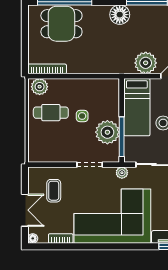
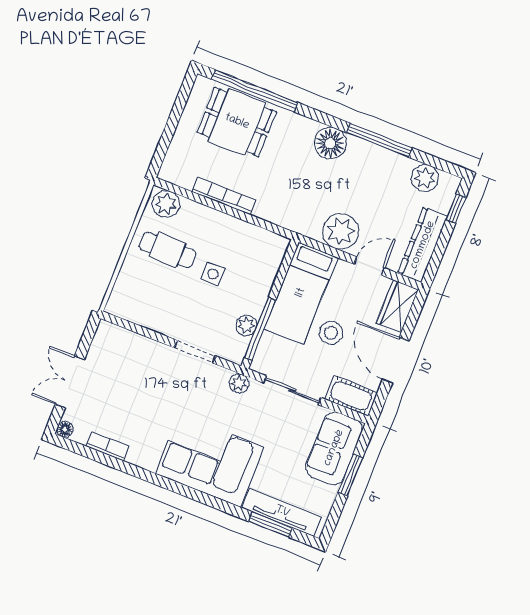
bookcase: (47, 69) -> (224, 196), moved
plant: (107, 132) -> (246, 325), width x0.53, depth x0.53
coffee table: (54, 191) -> (125, 370), removed
double door: (25, 210) -> (70, 382), swing flipped
corner sofa: (112, 216) -> (210, 460), width x0.73, depth x0.74

